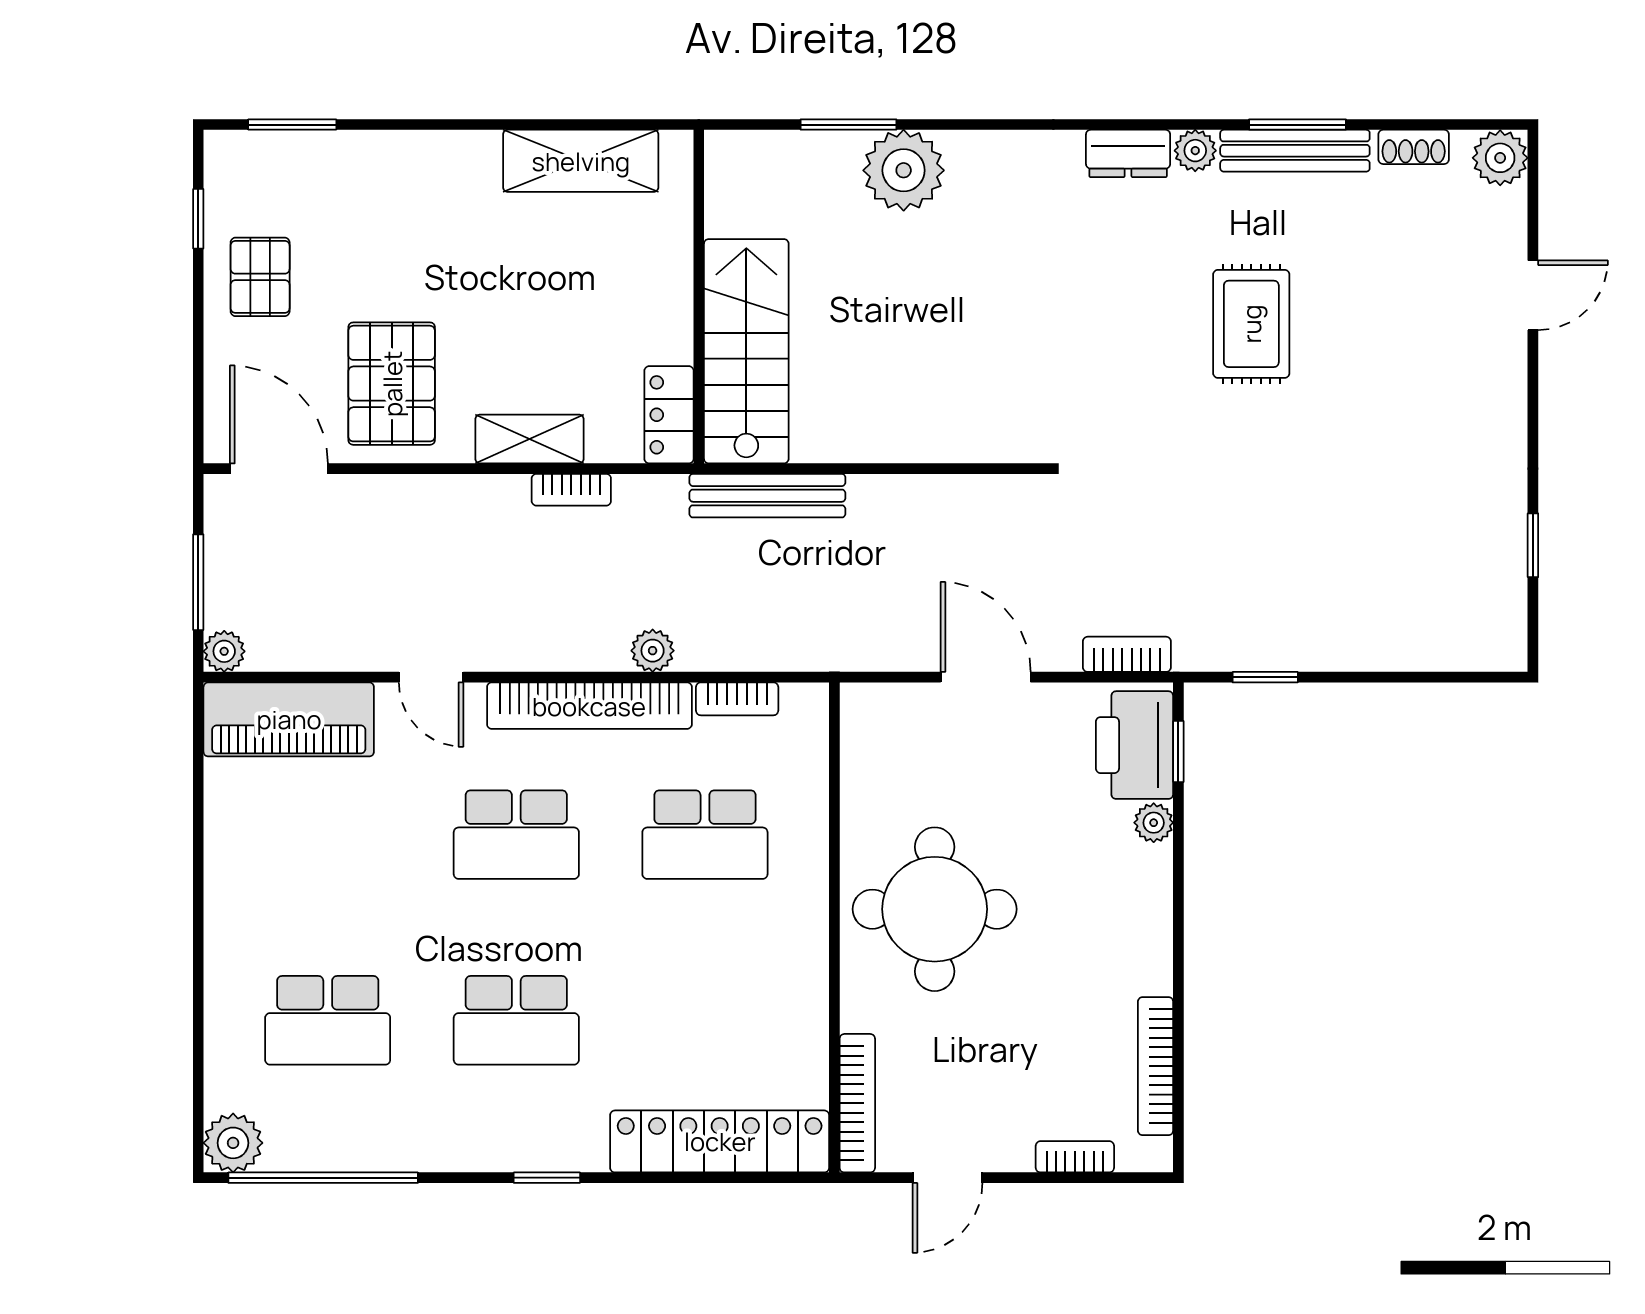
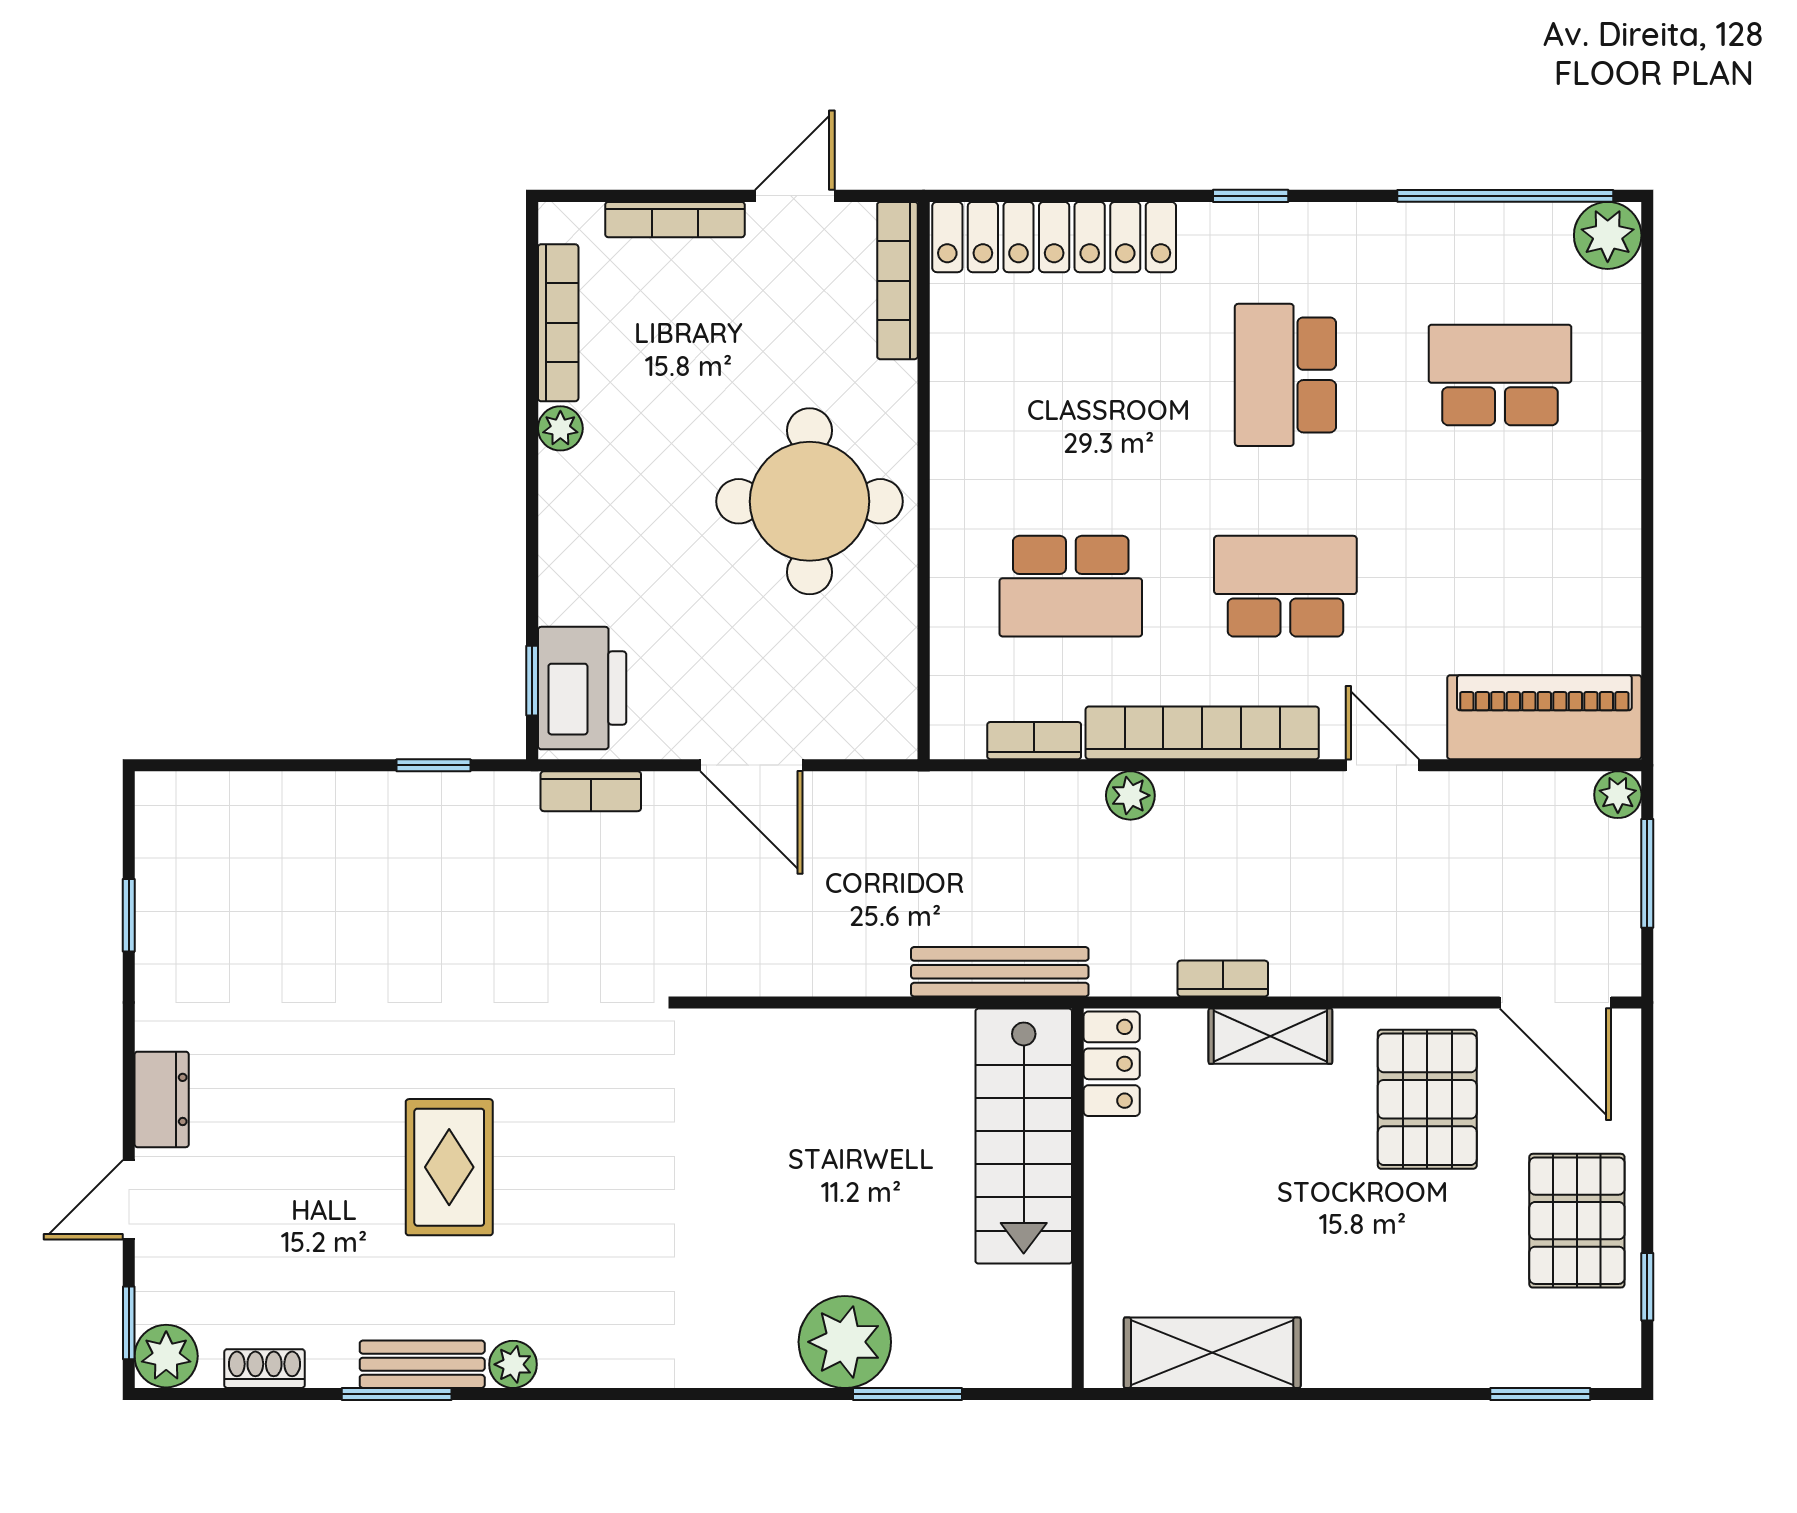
bench: (1295, 151) -> (422, 1364), width x0.73
dresser: (1128, 153) -> (162, 1099), moved, turned 90
window: (1533, 187) -> (129, 1323), added
pallet: (260, 277) -> (1577, 1221), width x1.50, depth x1.42
plant: (1154, 823) -> (560, 428), moved
school desk: (705, 835) -> (1071, 586), turned 180
school desk: (516, 1020) -> (1285, 375), turned -90
bookcase: (1075, 1157) -> (675, 220), width x1.56

